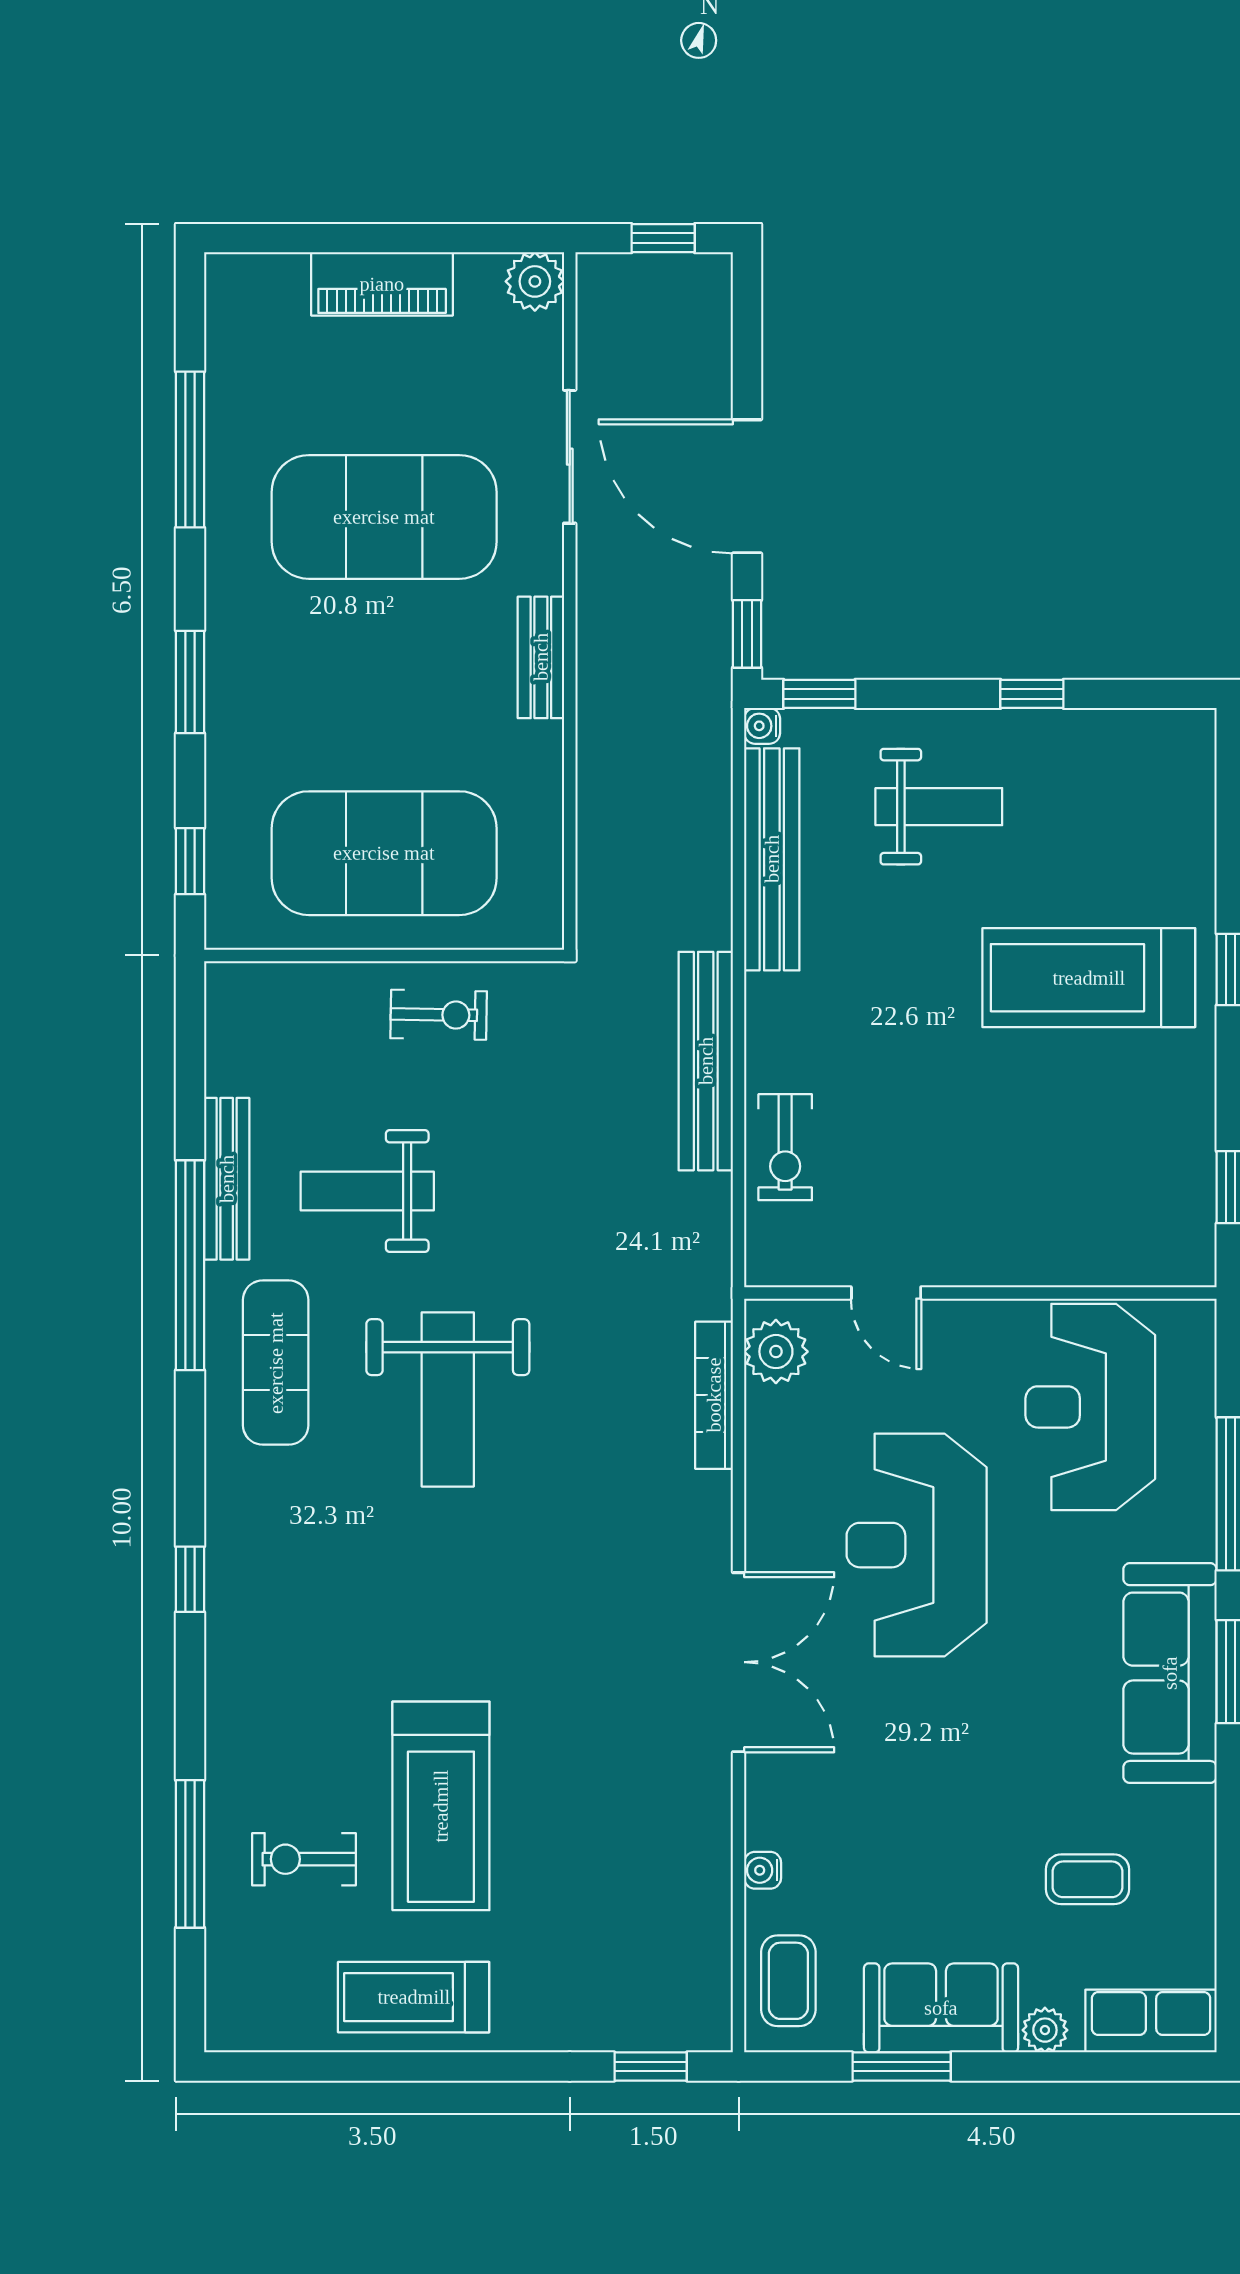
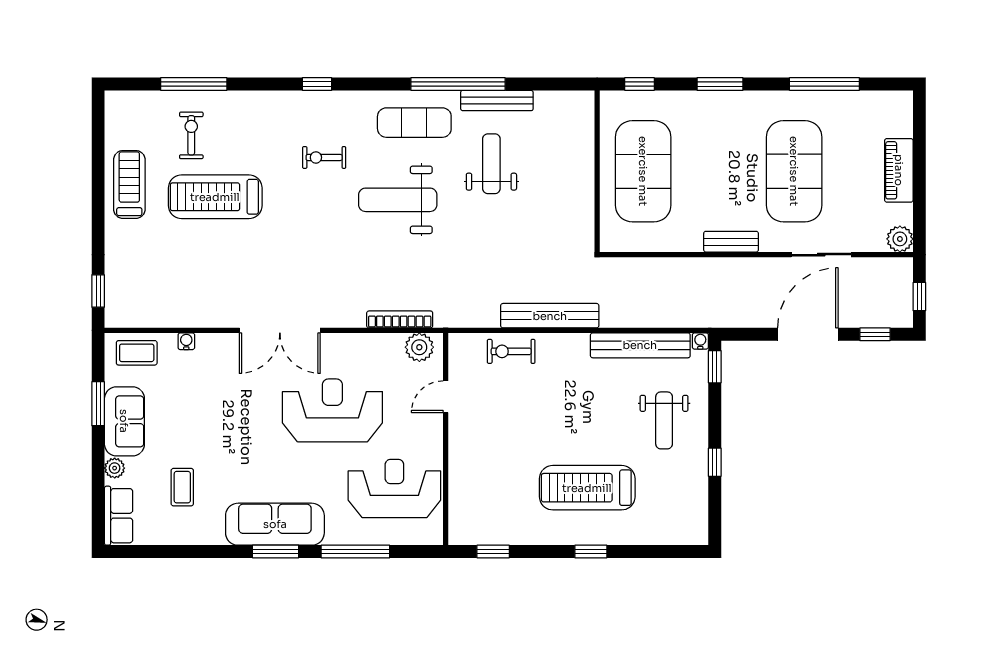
window: (747, 634) -> (875, 334), moved
treadmill: (1089, 978) -> (587, 488), turned -90
exercise bike: (439, 1015) -> (324, 157), moved, turned 89

